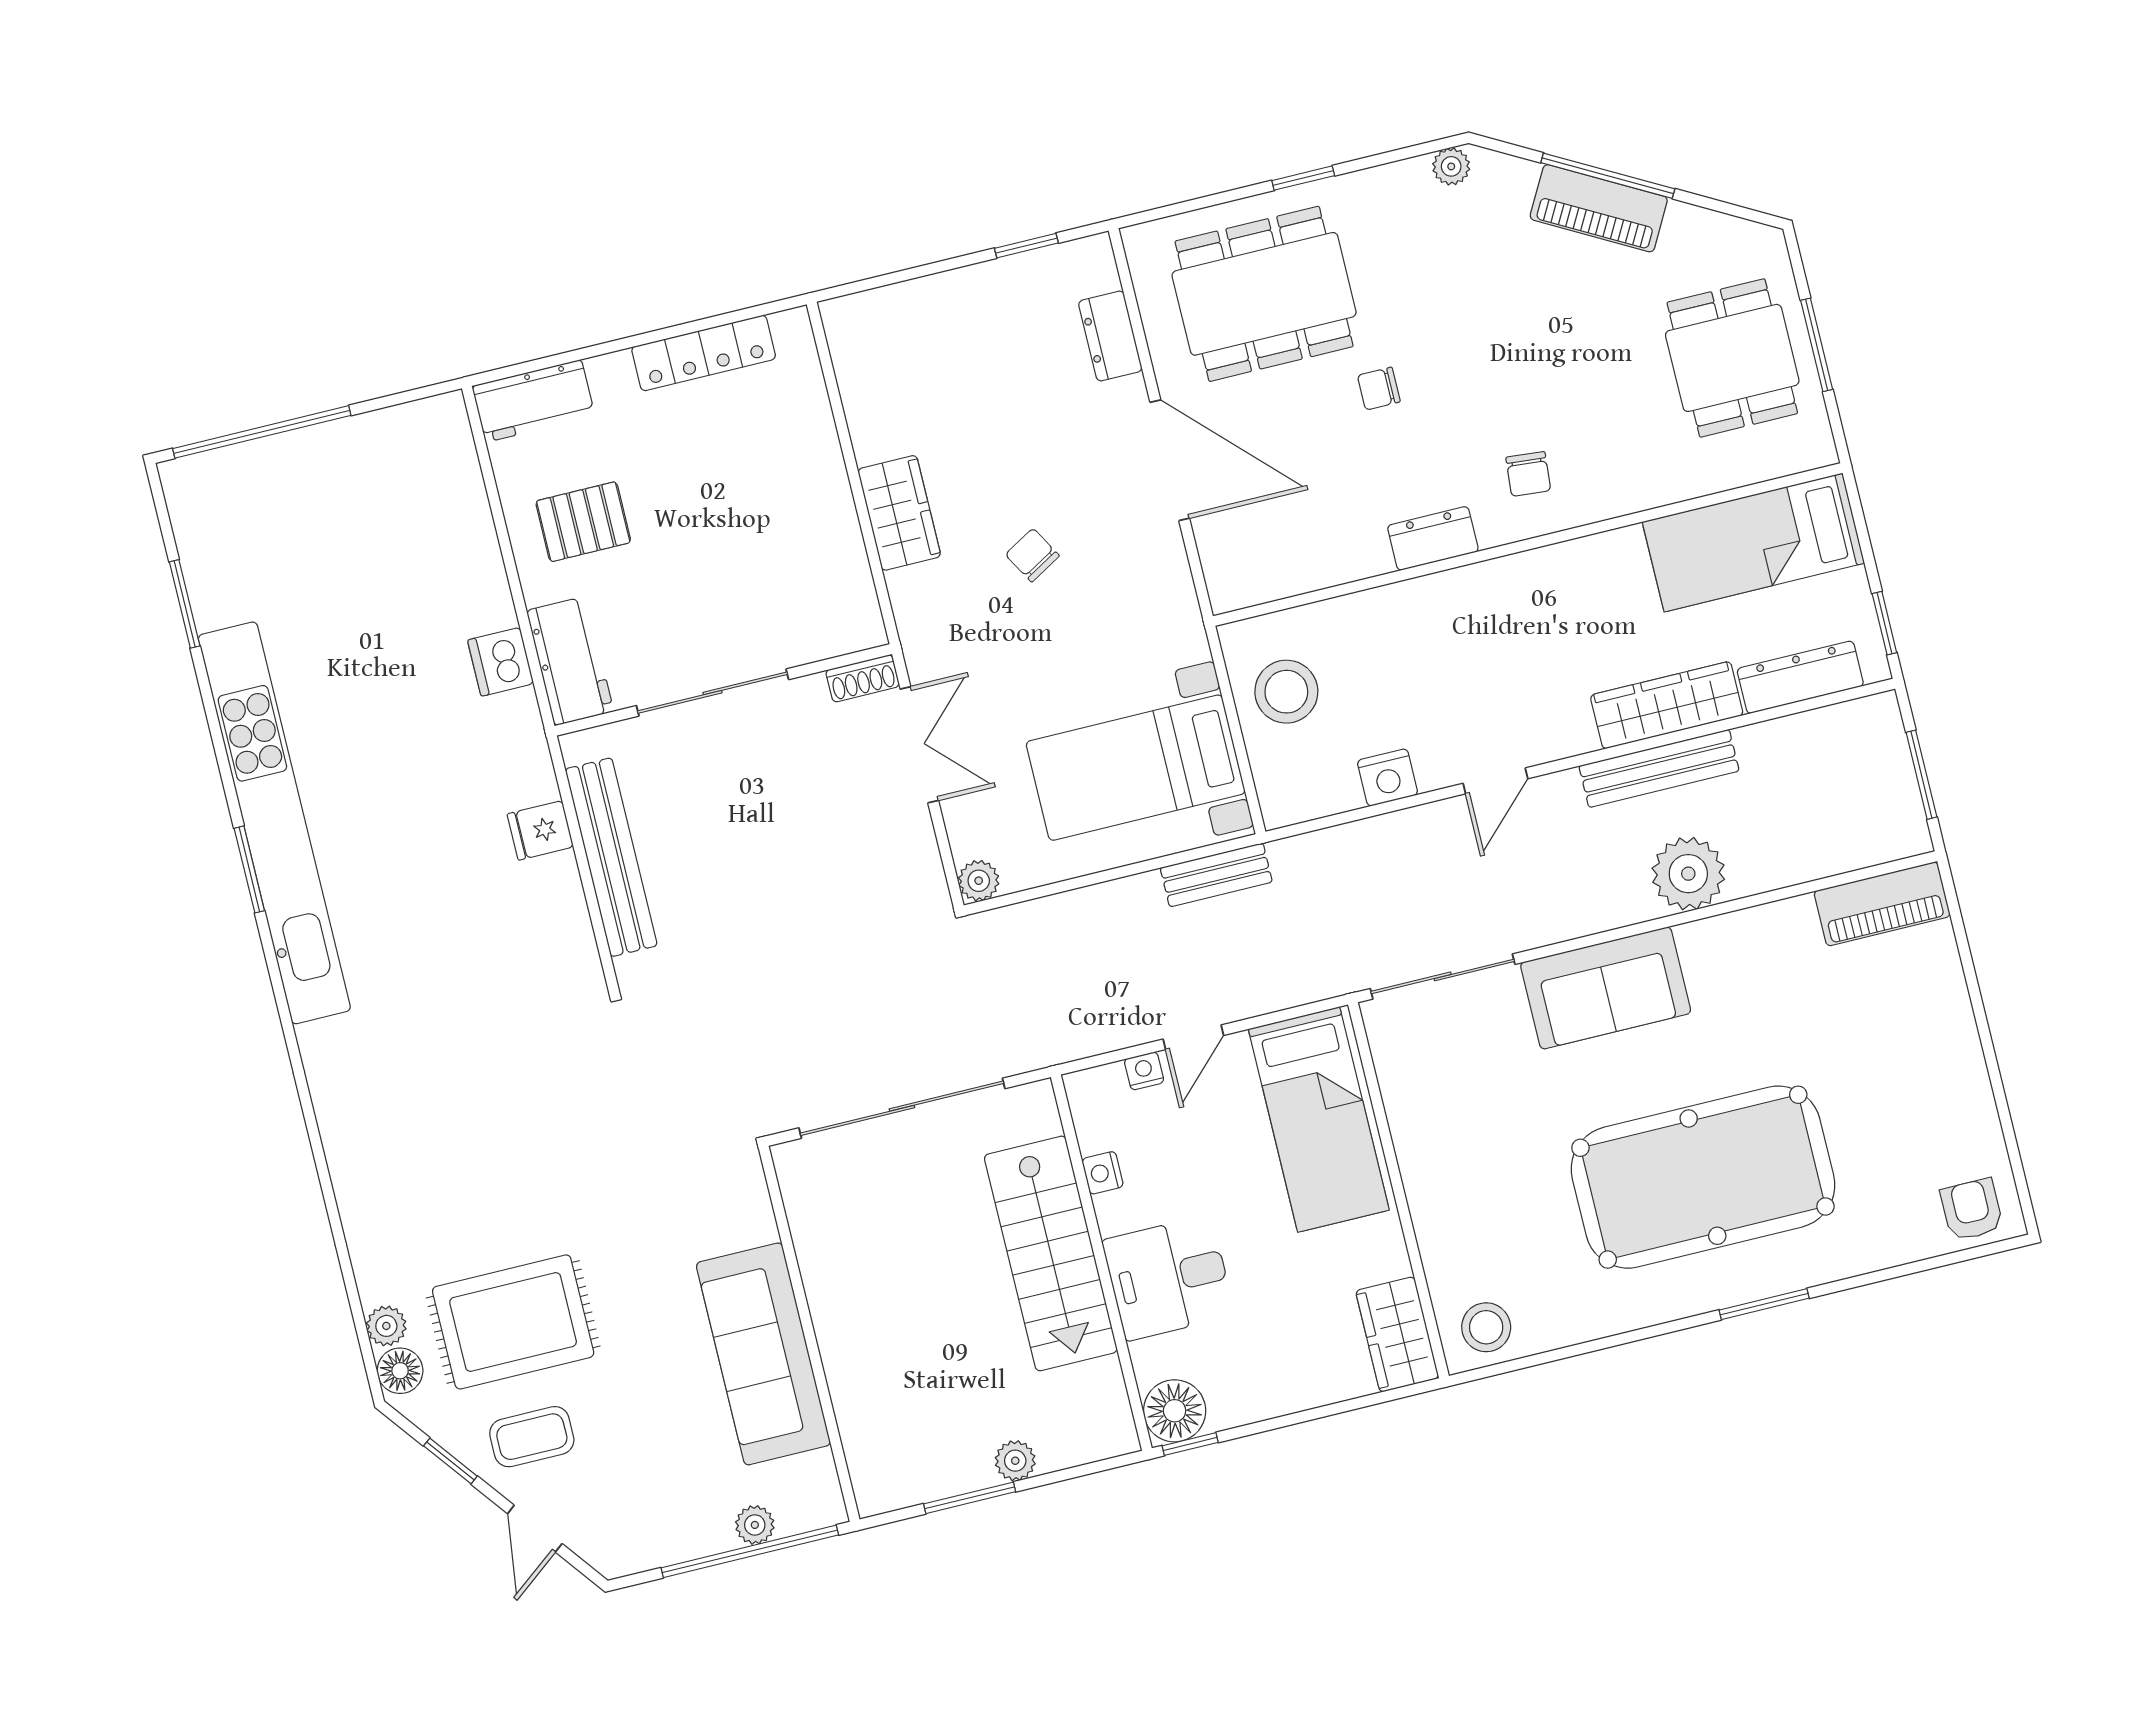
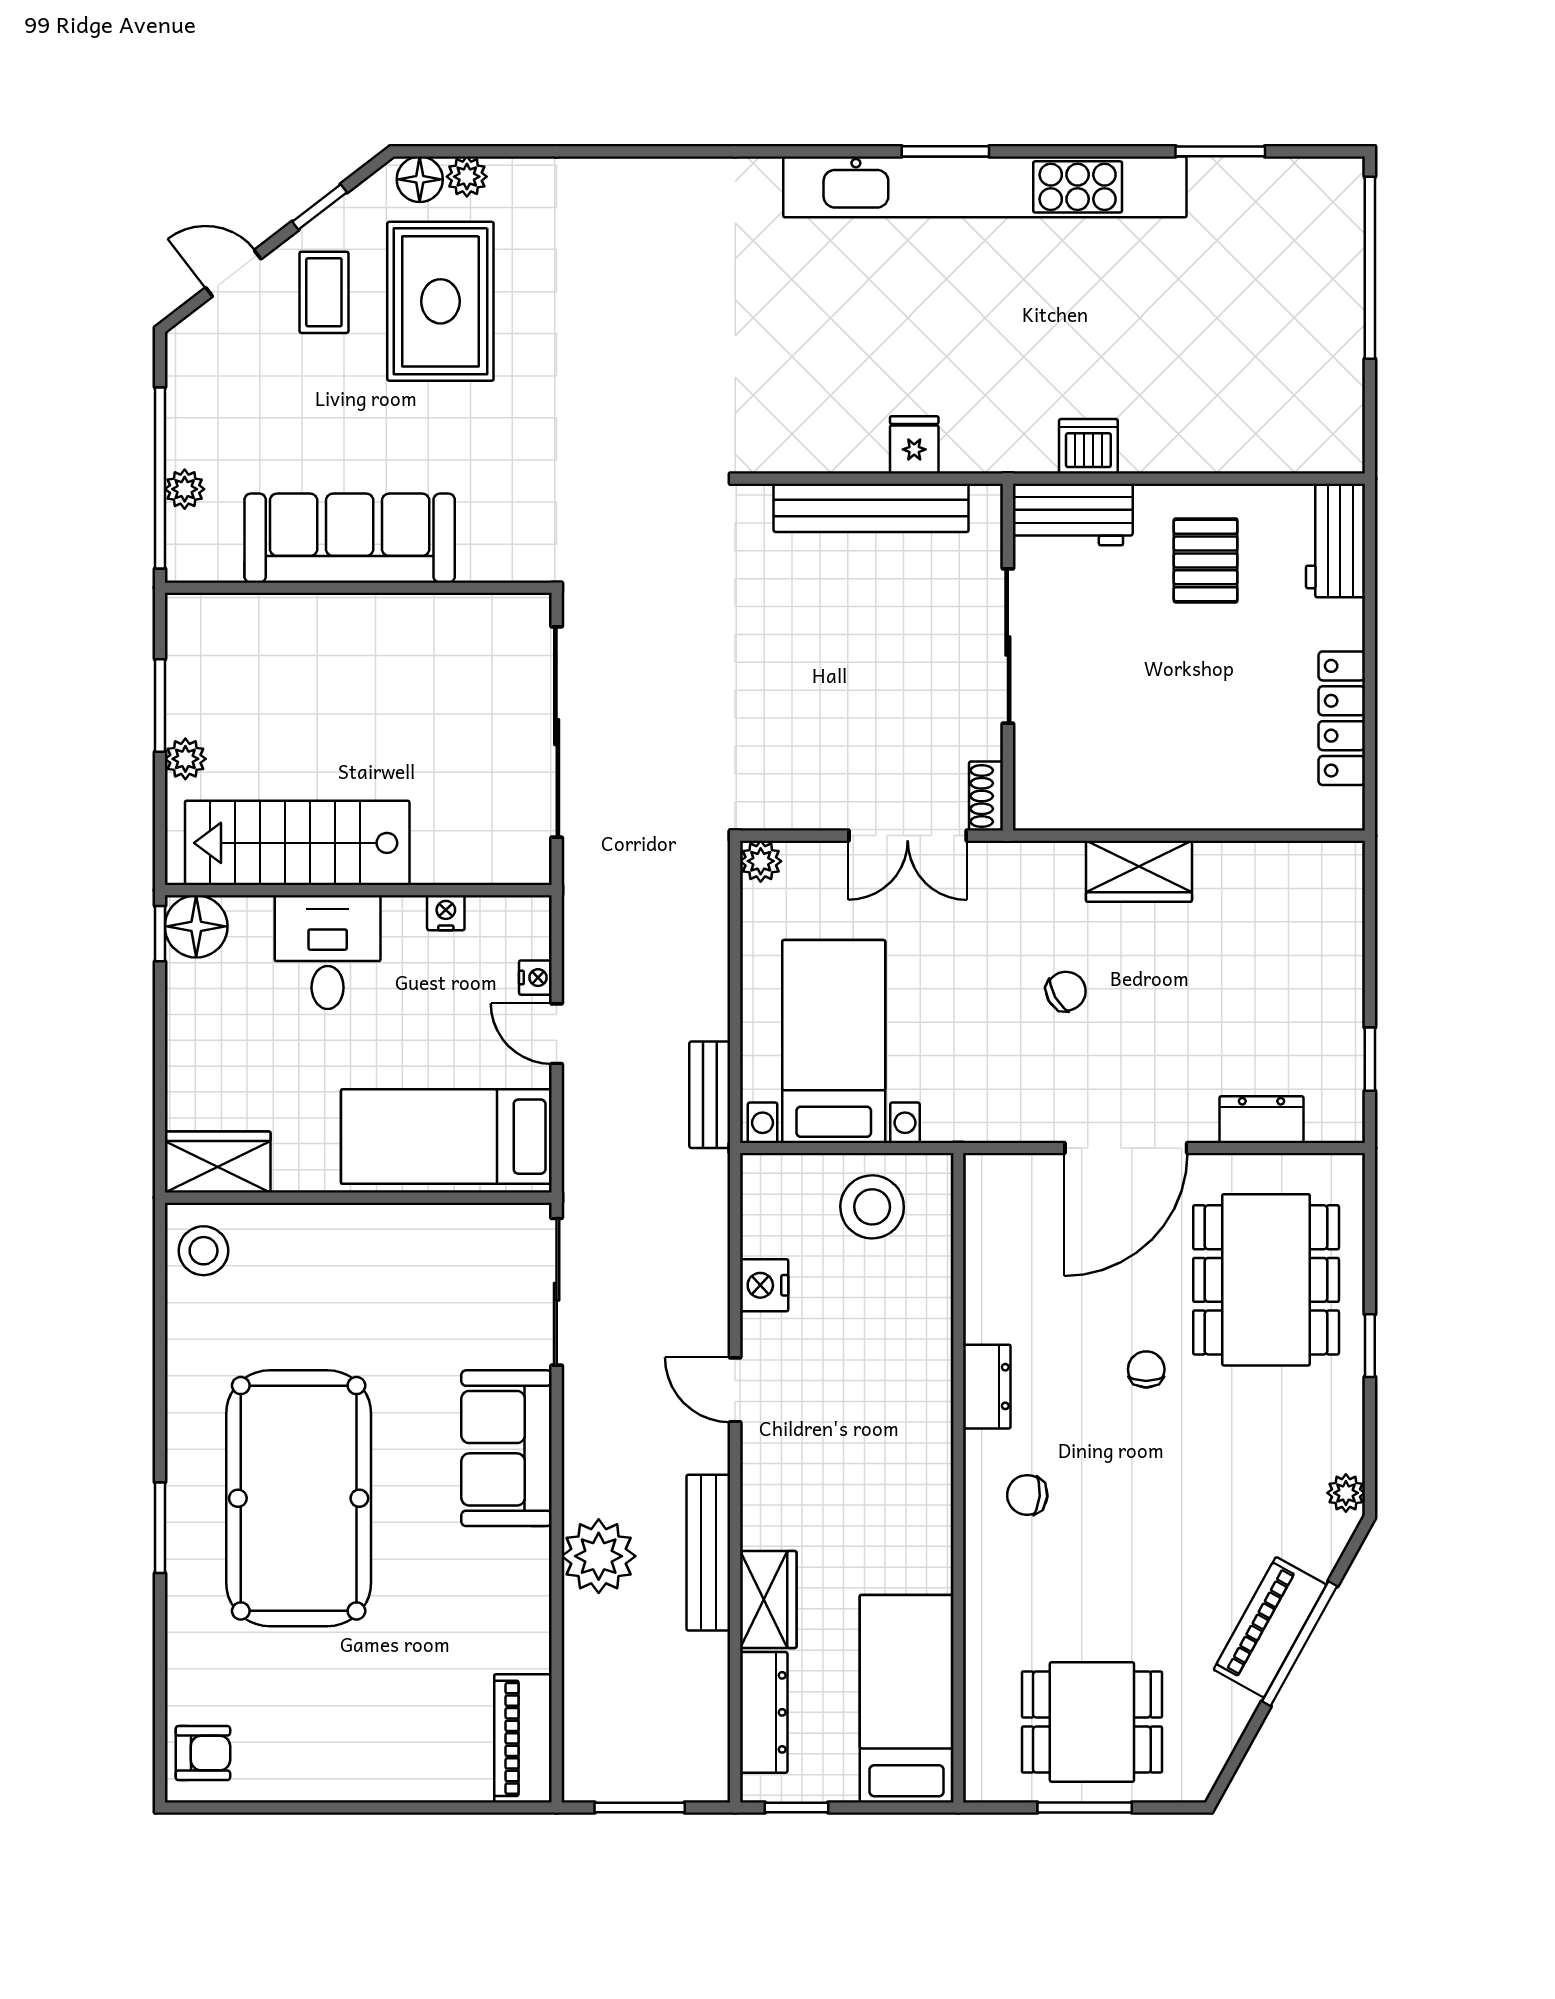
wardrobe: (1667, 705) -> (768, 1599), width x0.67
stairs: (1051, 1253) -> (297, 843), moved

